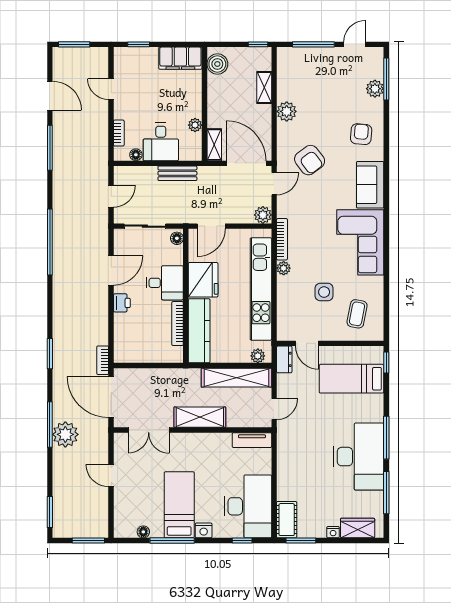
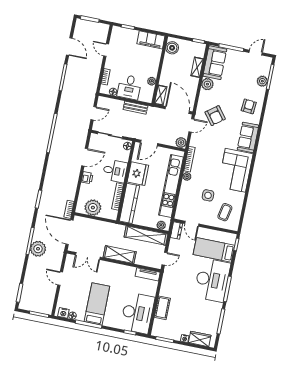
sofa: (292, 74) -> (215, 63), added
plant: (141, 350) -> (93, 208), added
desk: (358, 457) -> (212, 280), moved
cot: (287, 520) -> (162, 308), moved
nightstand: (204, 530) -> (63, 313), moved

